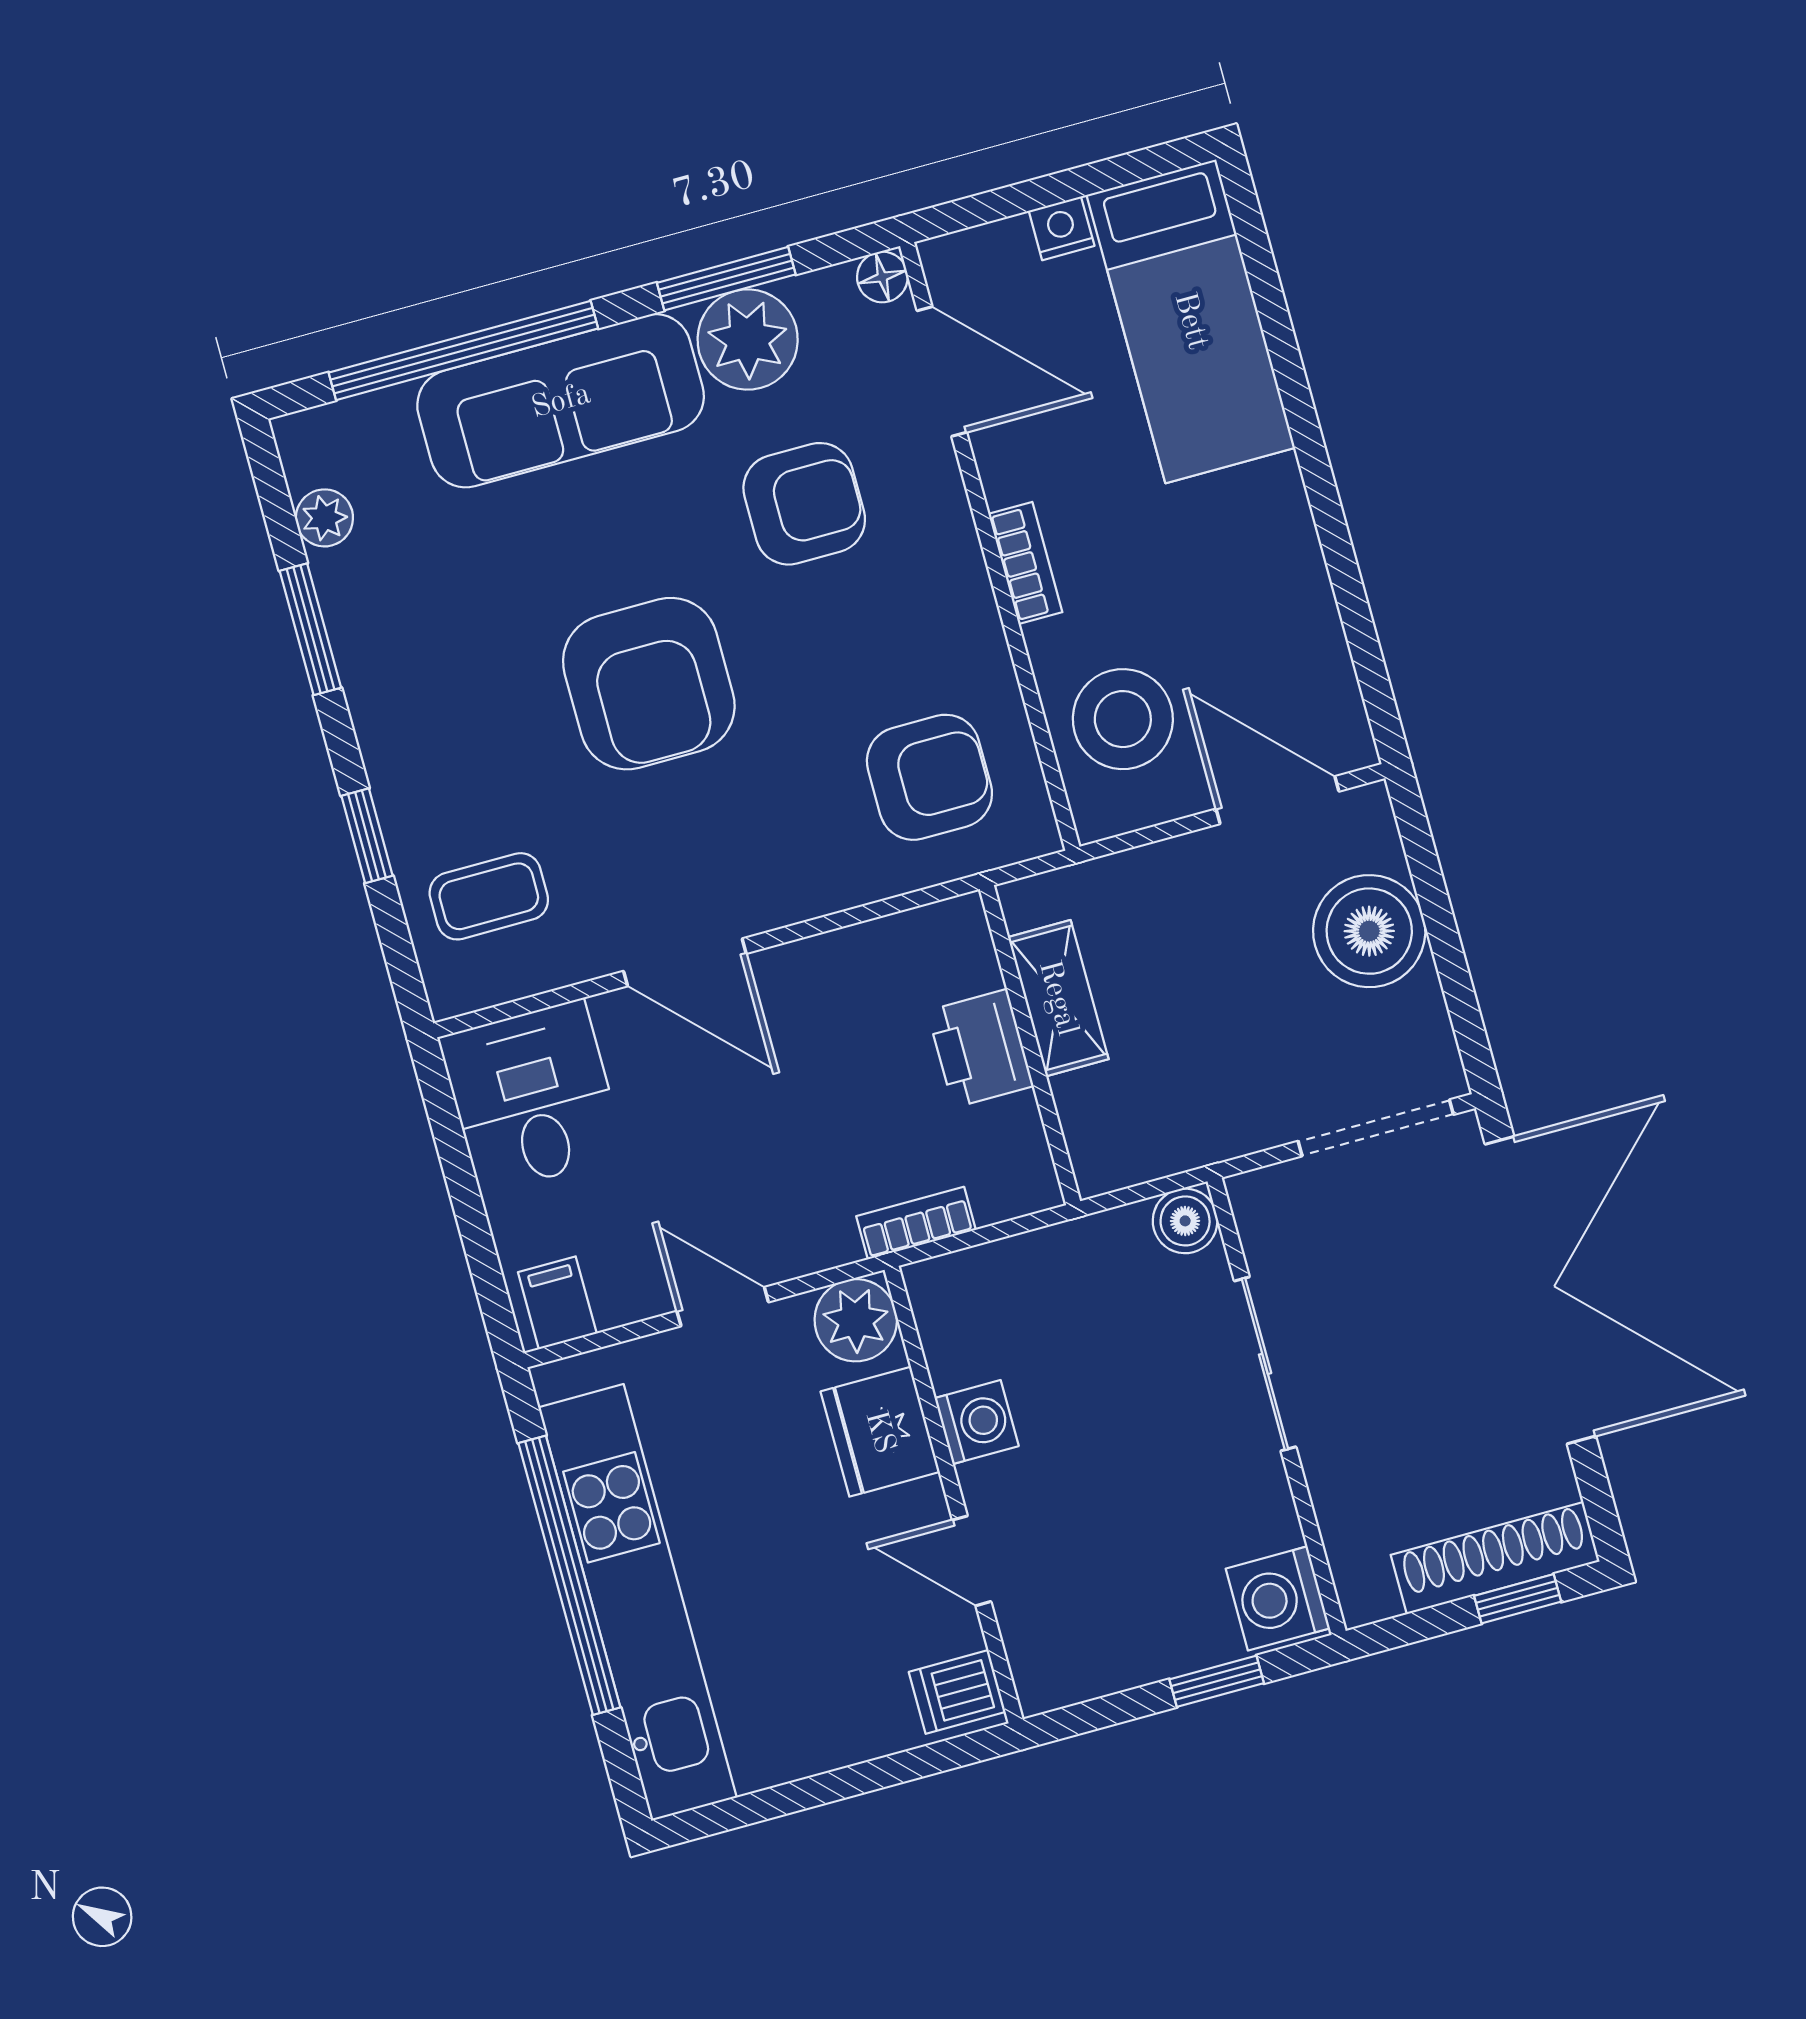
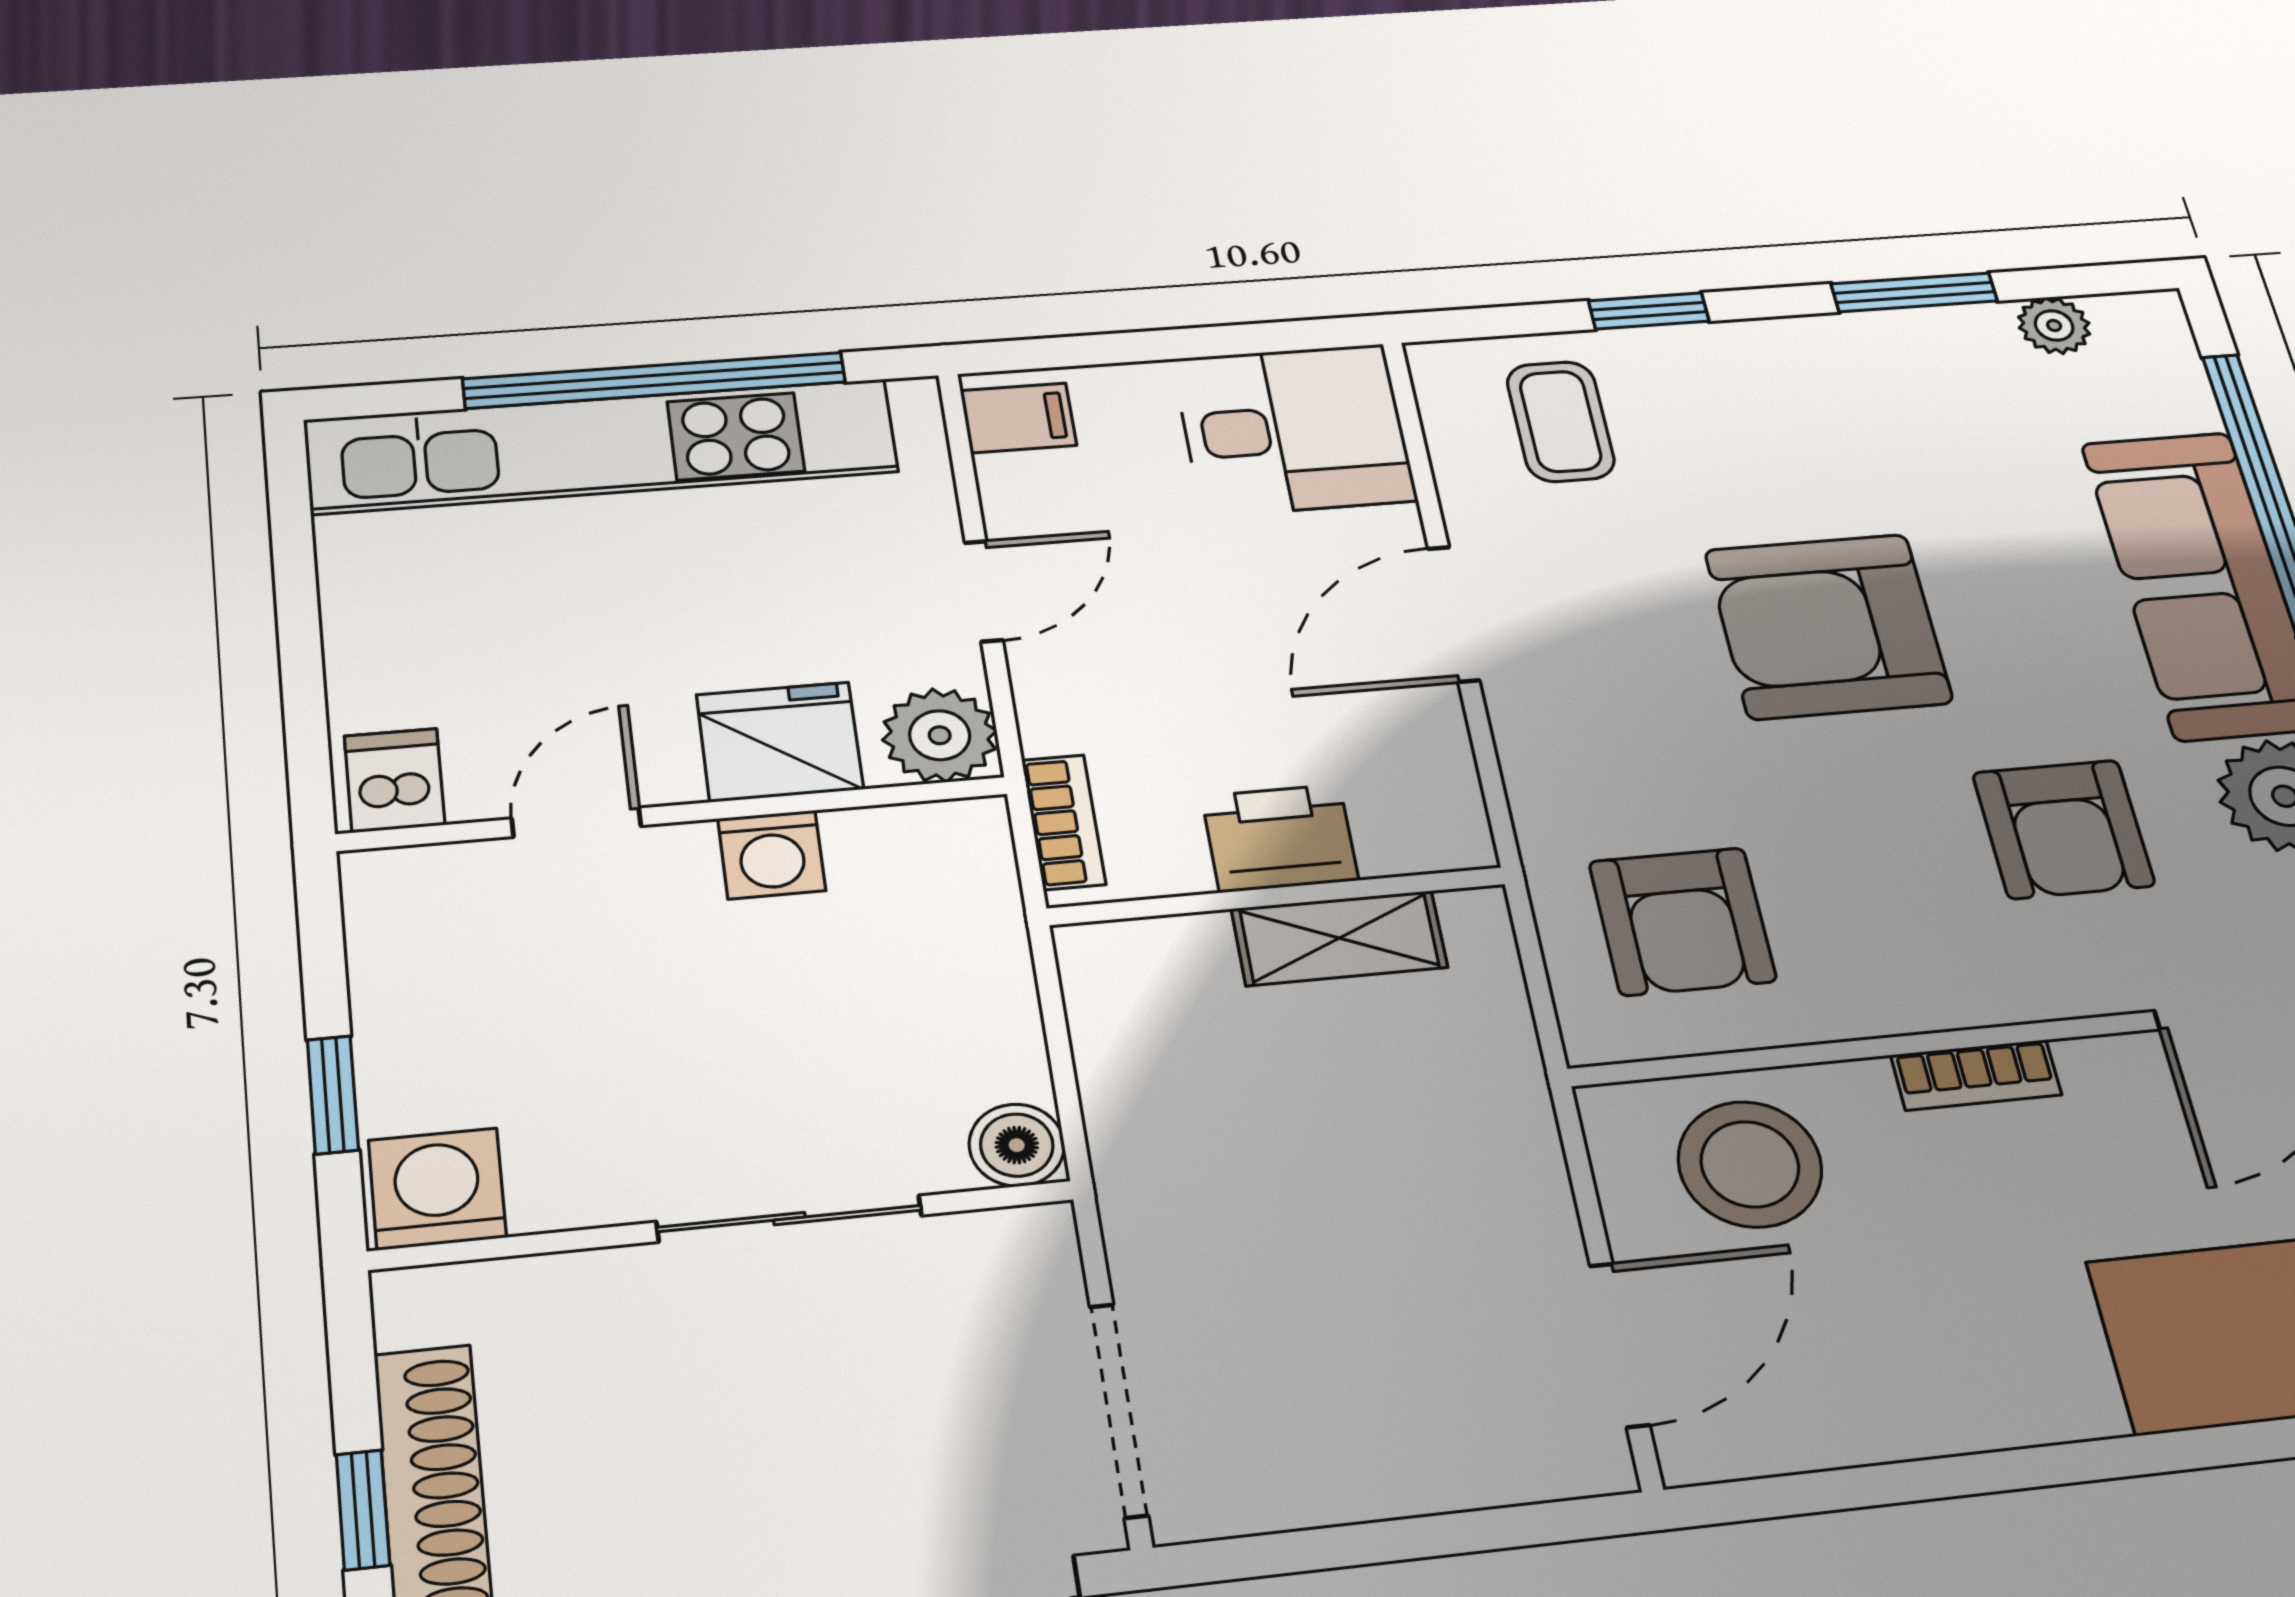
boiler: (1369, 931) -> (1415, 1440), removed
shelving: (1058, 998) -> (1339, 938), moved
wall: (1030, 1045) -> (1277, 896), moved
printer: (980, 1048) -> (1280, 838), moved

